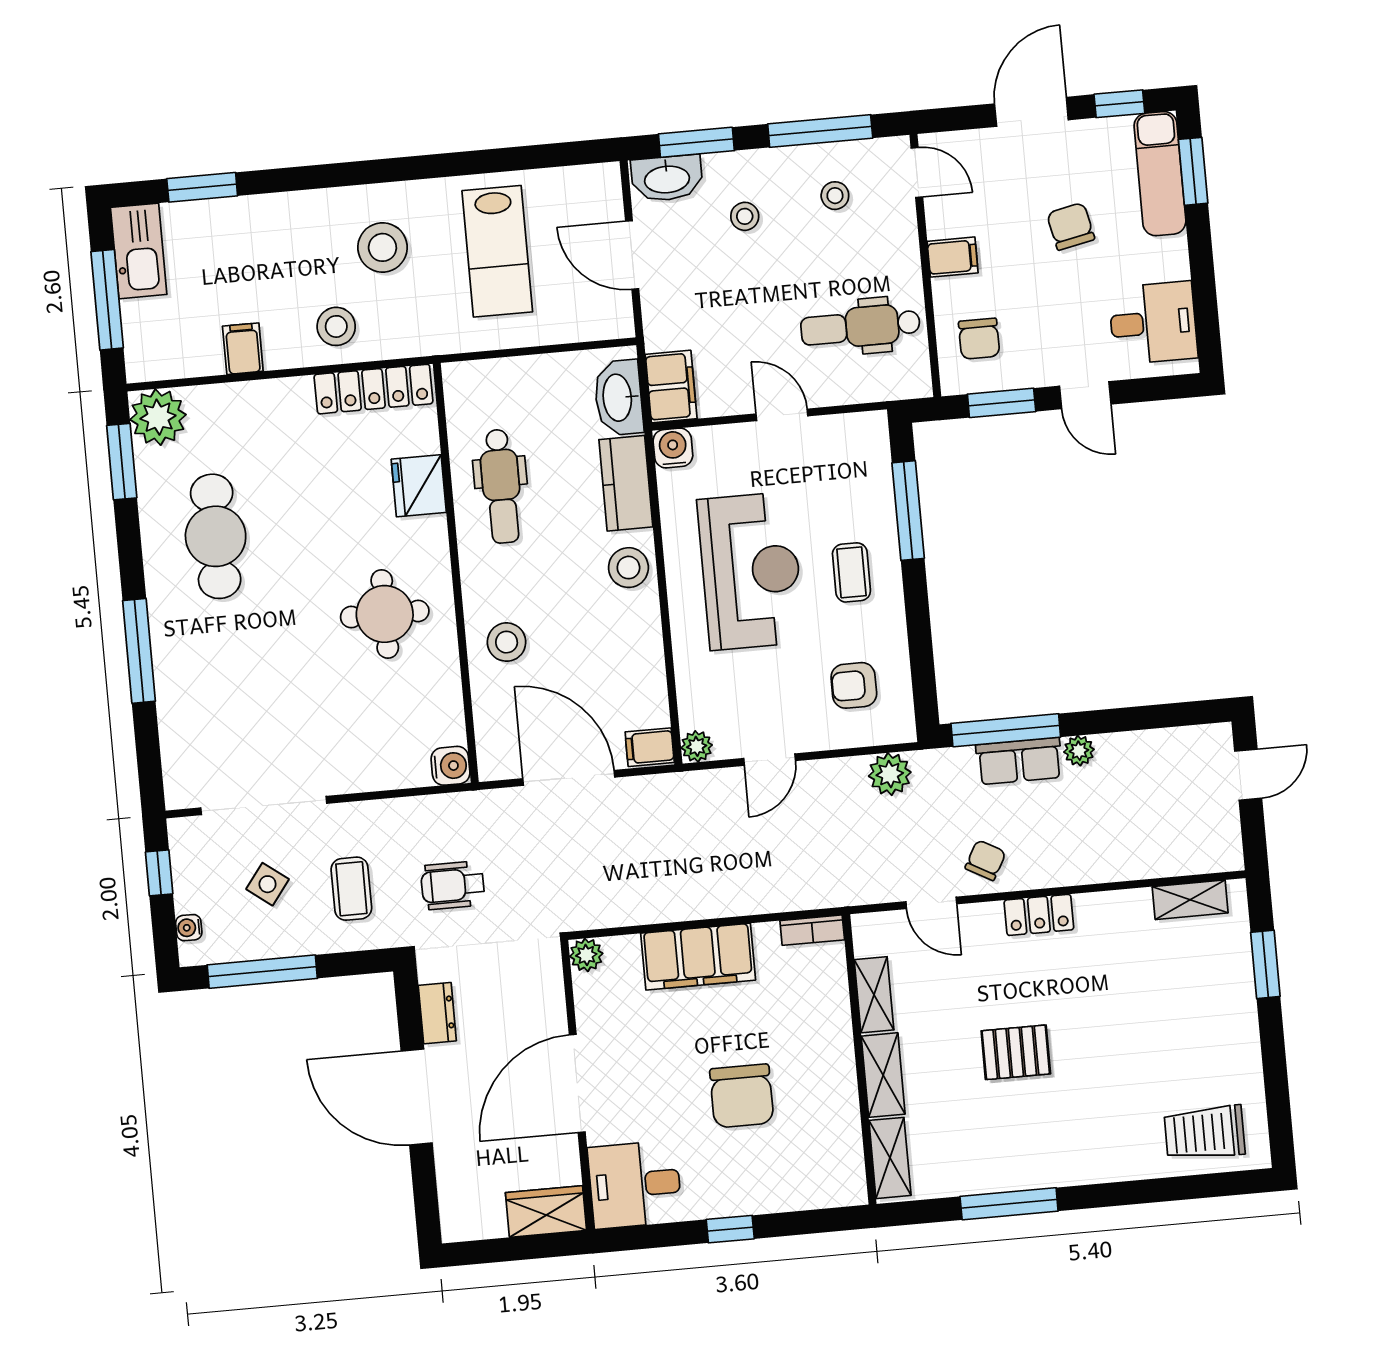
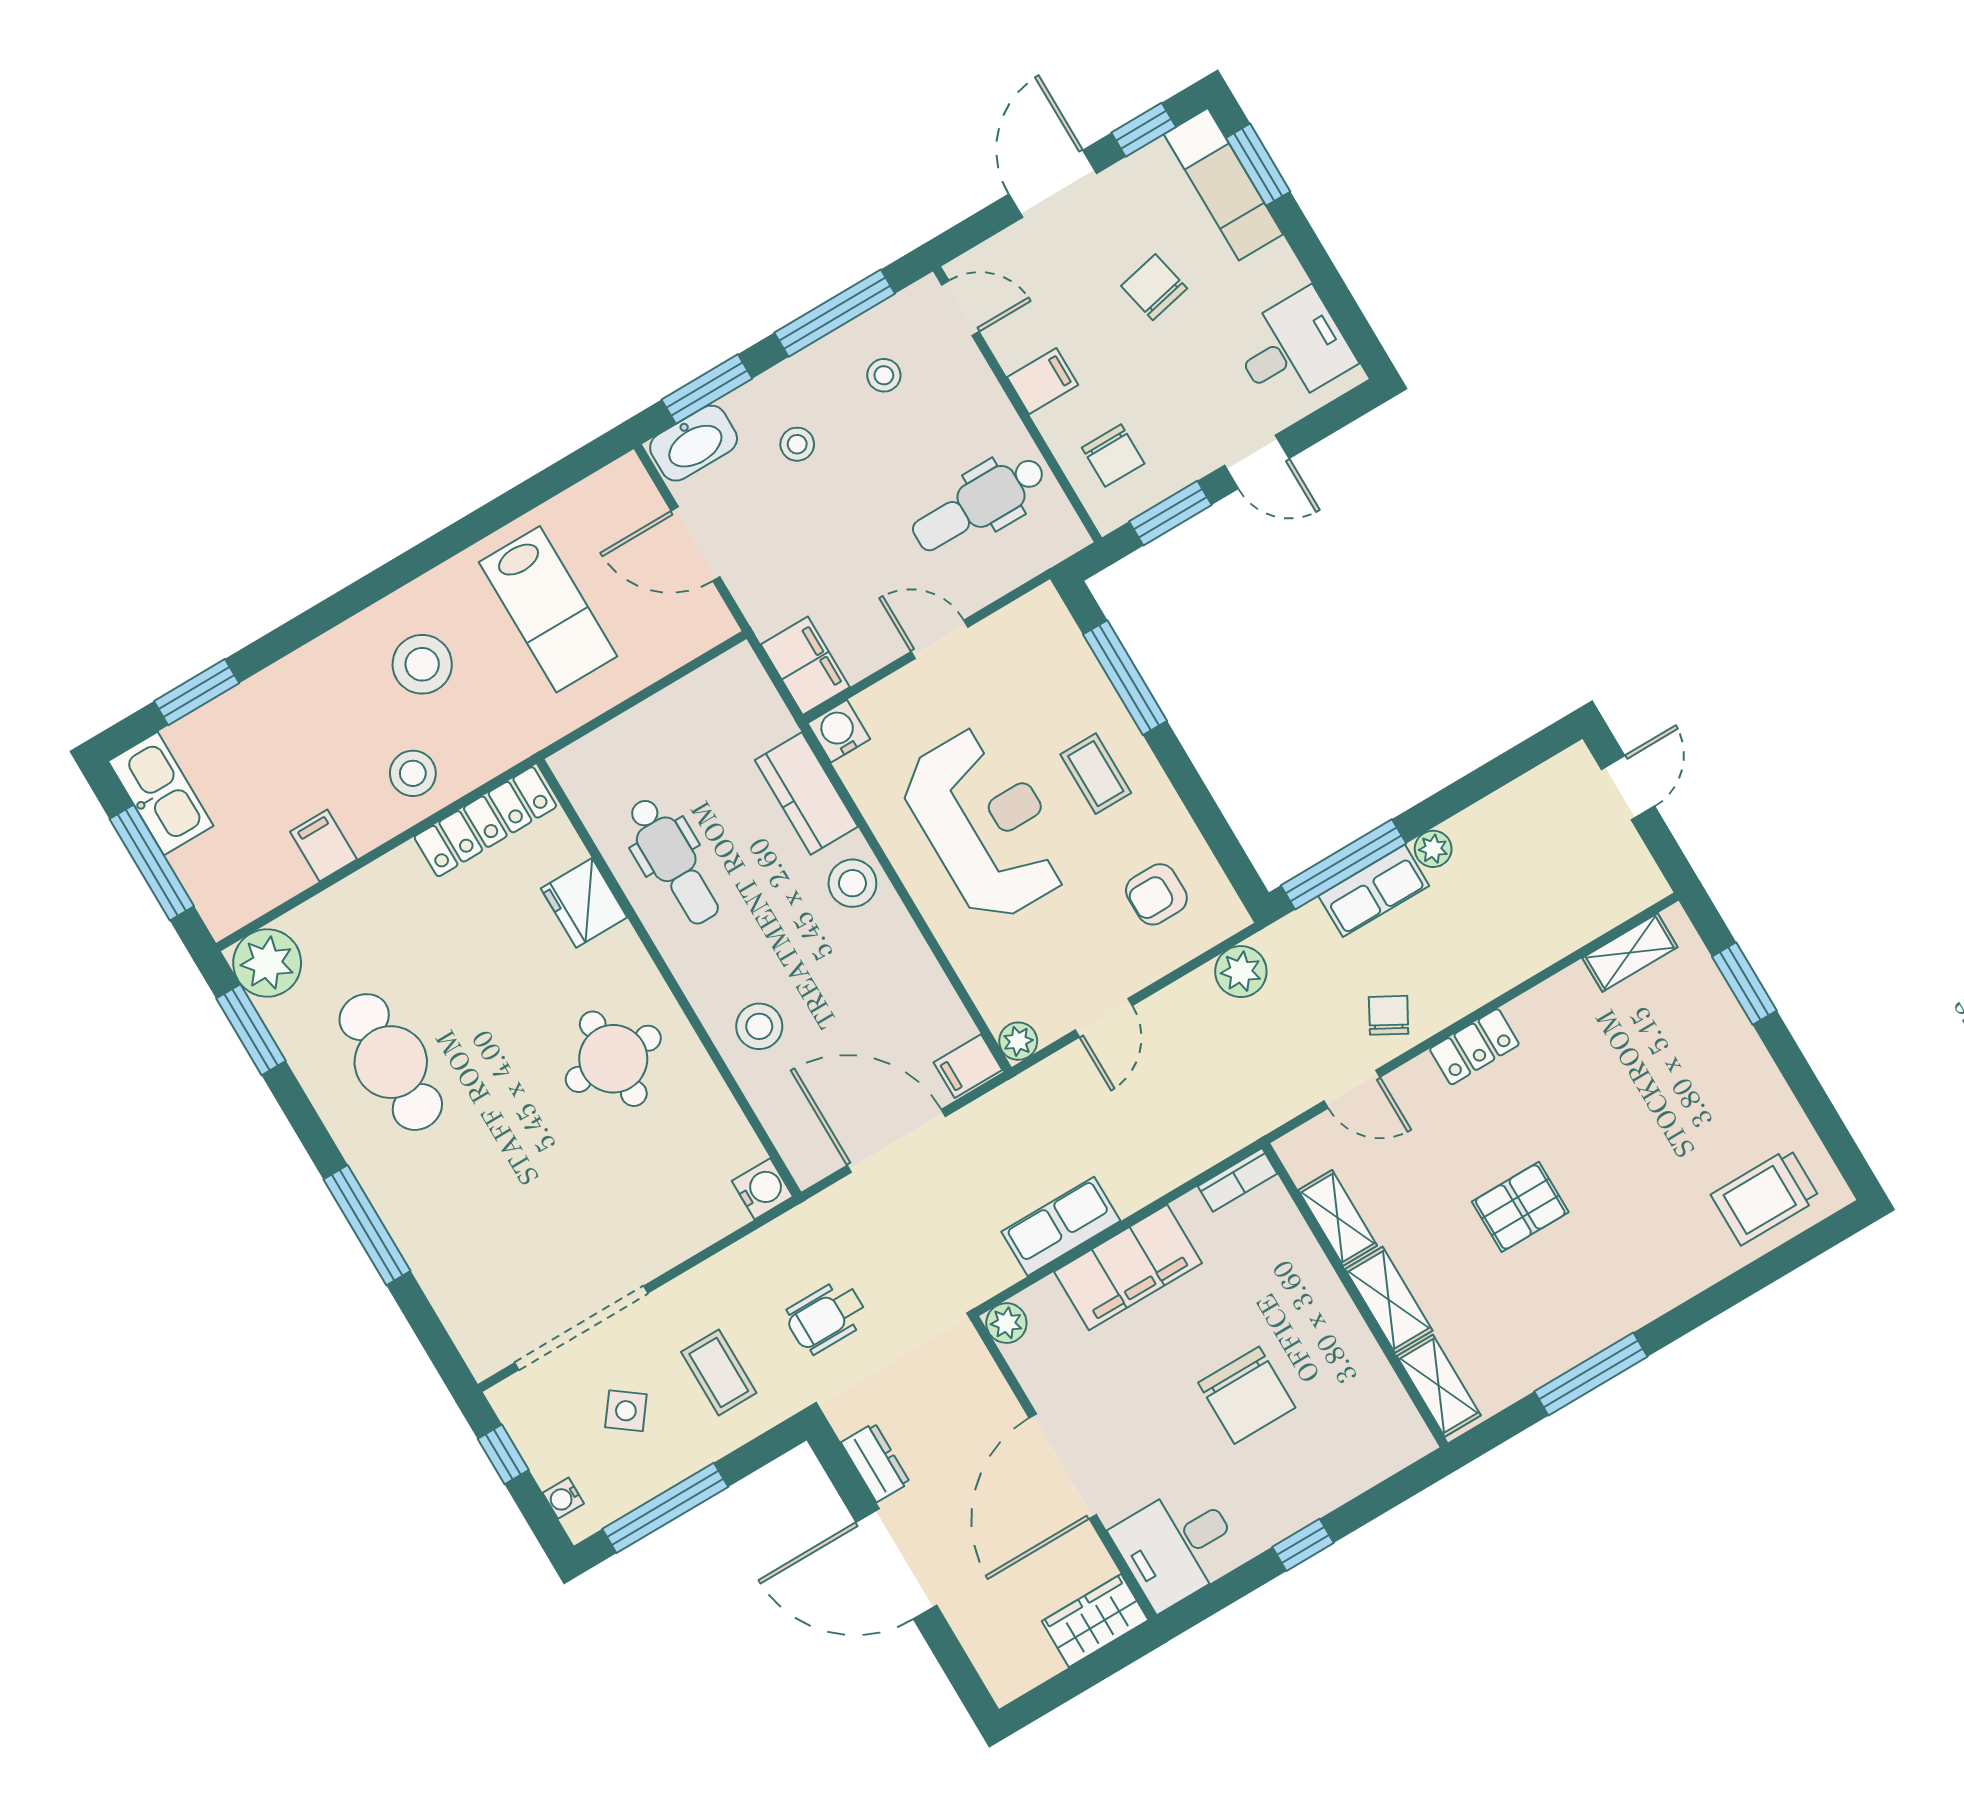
washbasin: (619, 398) -> (754, 705), removed
row of seats: (662, 902) -> (1061, 1226), added

